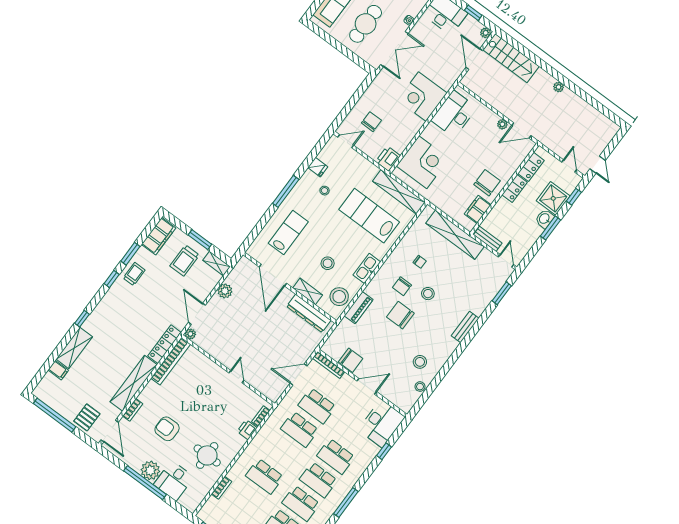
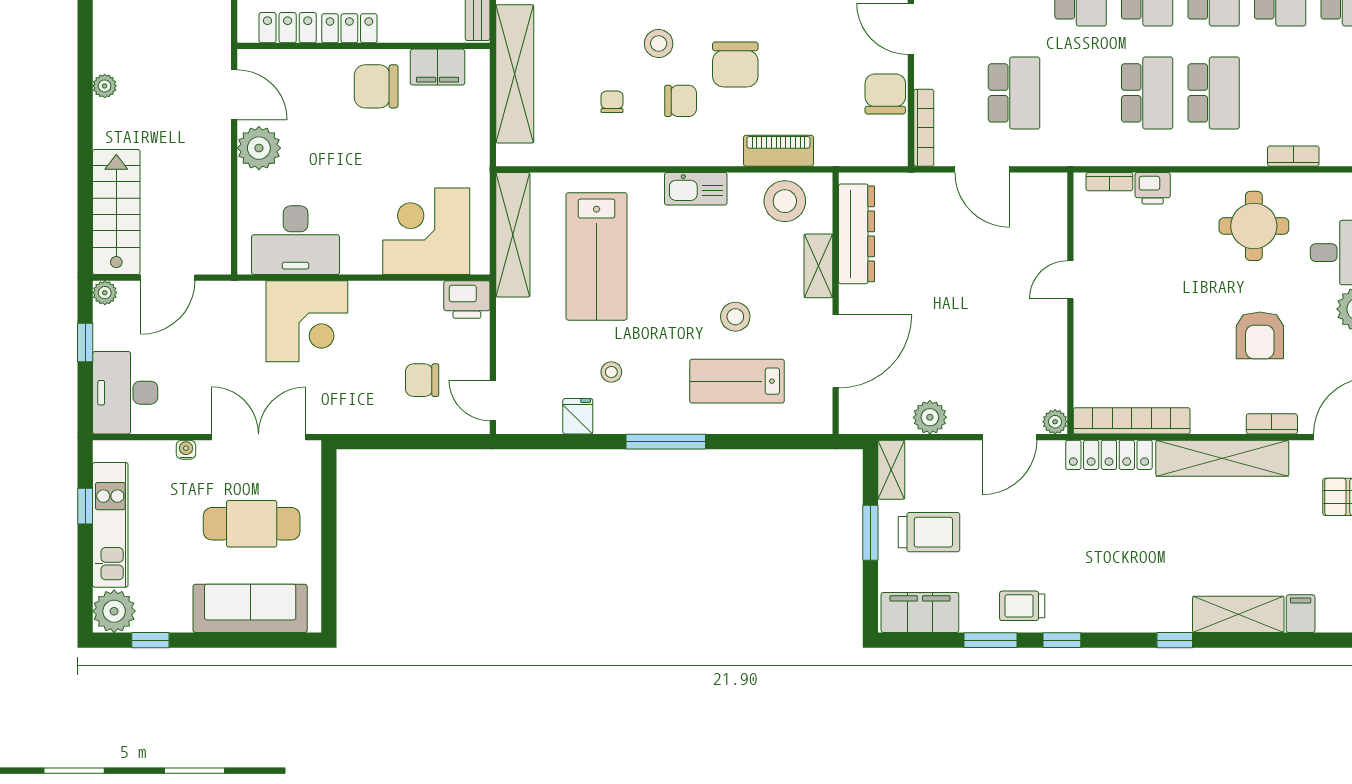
plant: (502, 124) -> (259, 148), width x1.87, depth x1.87
stool: (328, 263) -> (735, 317), moved
school desk: (300, 429) -> (1147, 93), moved

